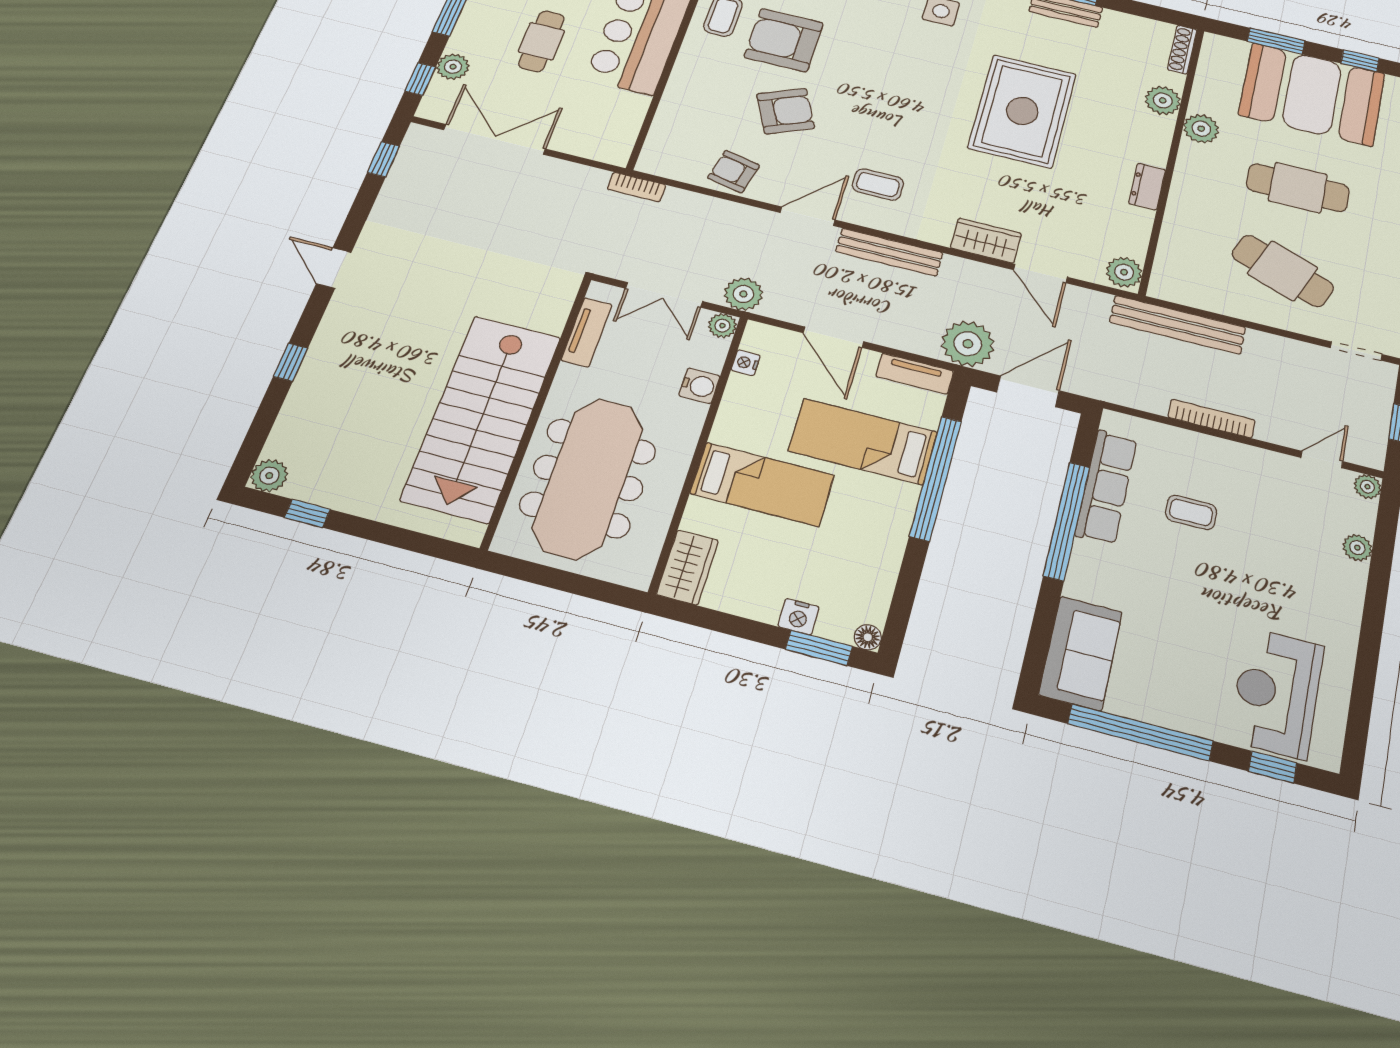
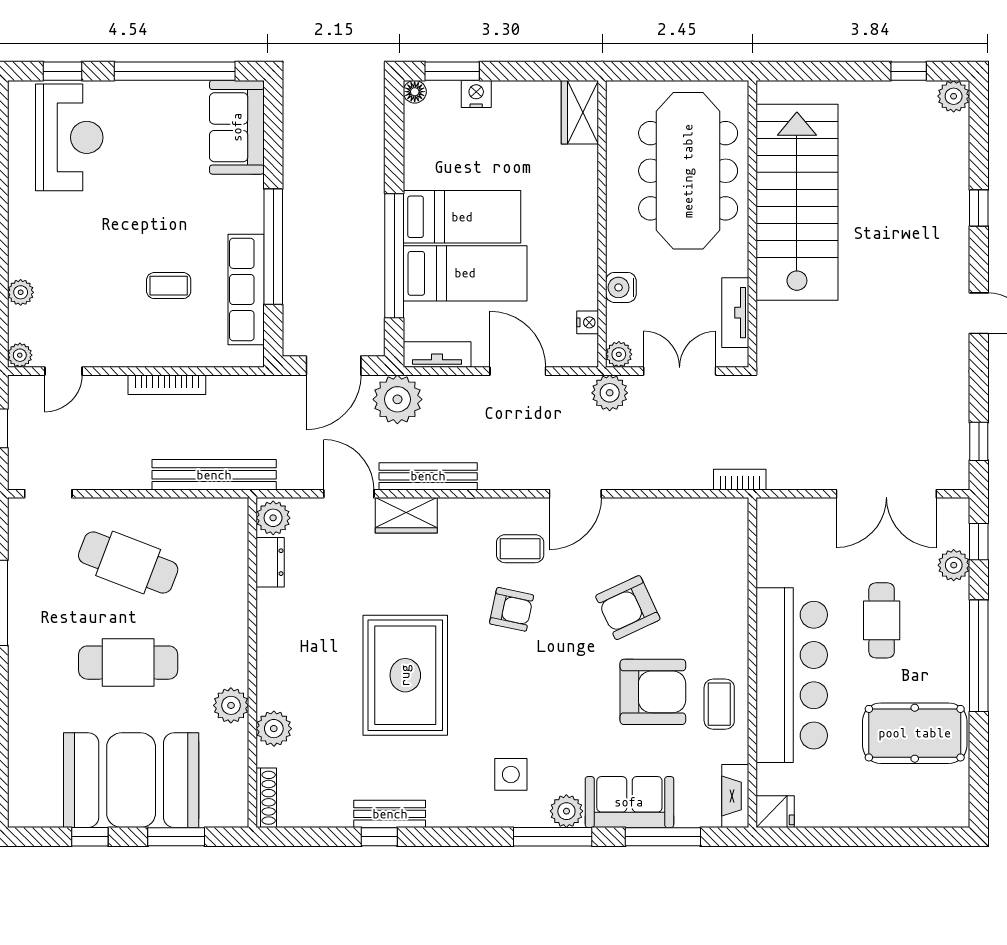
armchair: (734, 172) -> (512, 609), moved
dresser: (1147, 187) -> (270, 562), moved
bench: (889, 252) -> (428, 476), moved
bed: (762, 484) -> (462, 217), moved, turned 180

